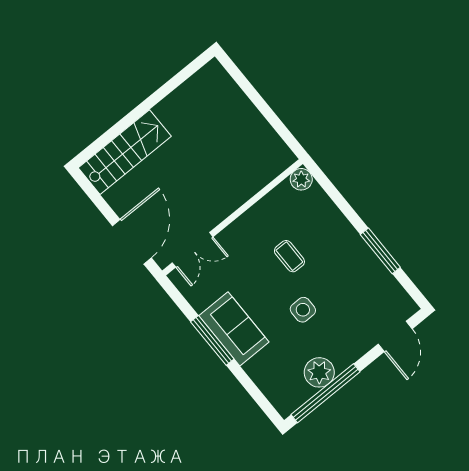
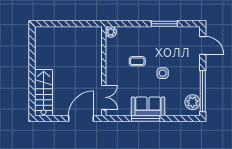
door: (132, 242) -> (81, 119), hinge flipped
plant: (319, 372) -> (193, 102), moved

